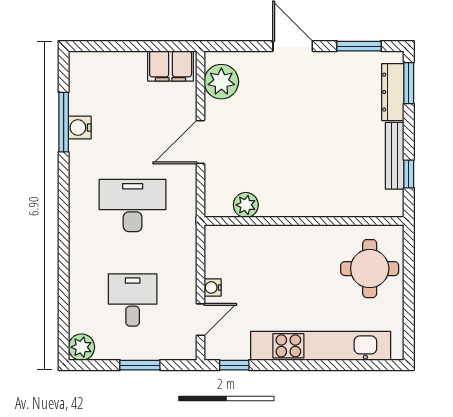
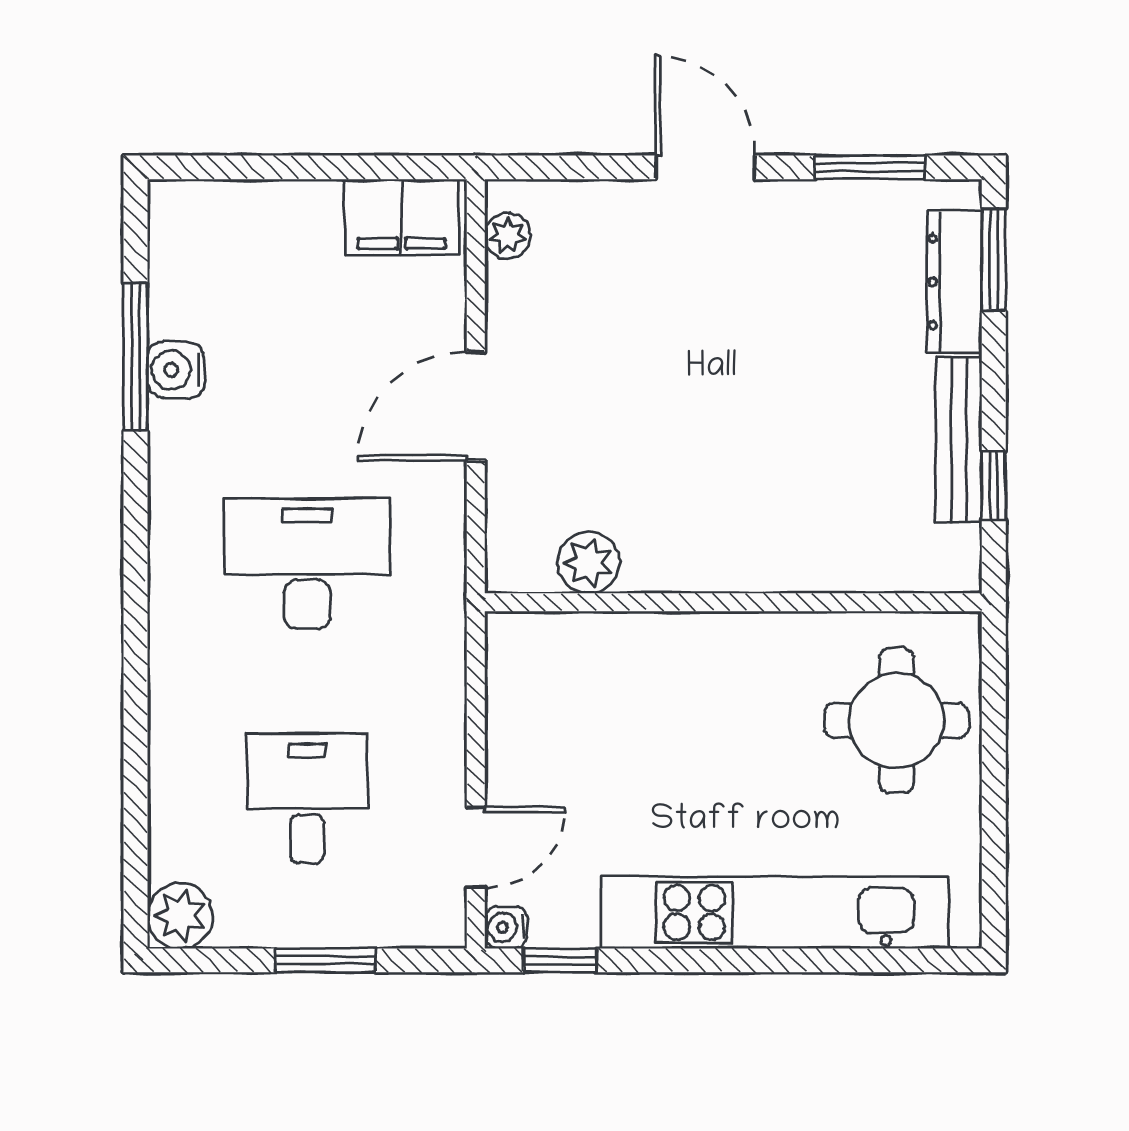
plant: (221, 82) -> (508, 236), width x0.53, depth x0.53
water cooler: (213, 287) -> (506, 927), moved

